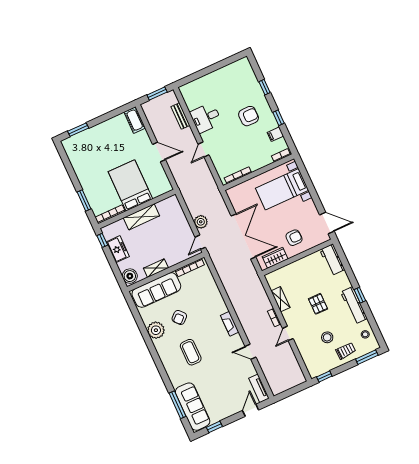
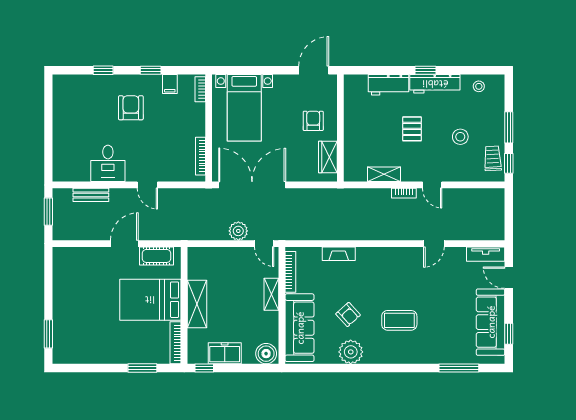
cot: (135, 120) -> (157, 256), moved
double door: (243, 236) -> (252, 185), moved
workbench: (332, 260) -> (388, 85), moved
shelving: (156, 268) -> (271, 294), moved
pallet: (318, 304) -> (412, 129), turned 90
fireplace: (230, 324) -> (339, 254), moved
trolley: (346, 351) -> (493, 158), moved
window: (367, 357) -> (509, 127), moved
sofa: (193, 407) -> (491, 322), moved, turned -90

